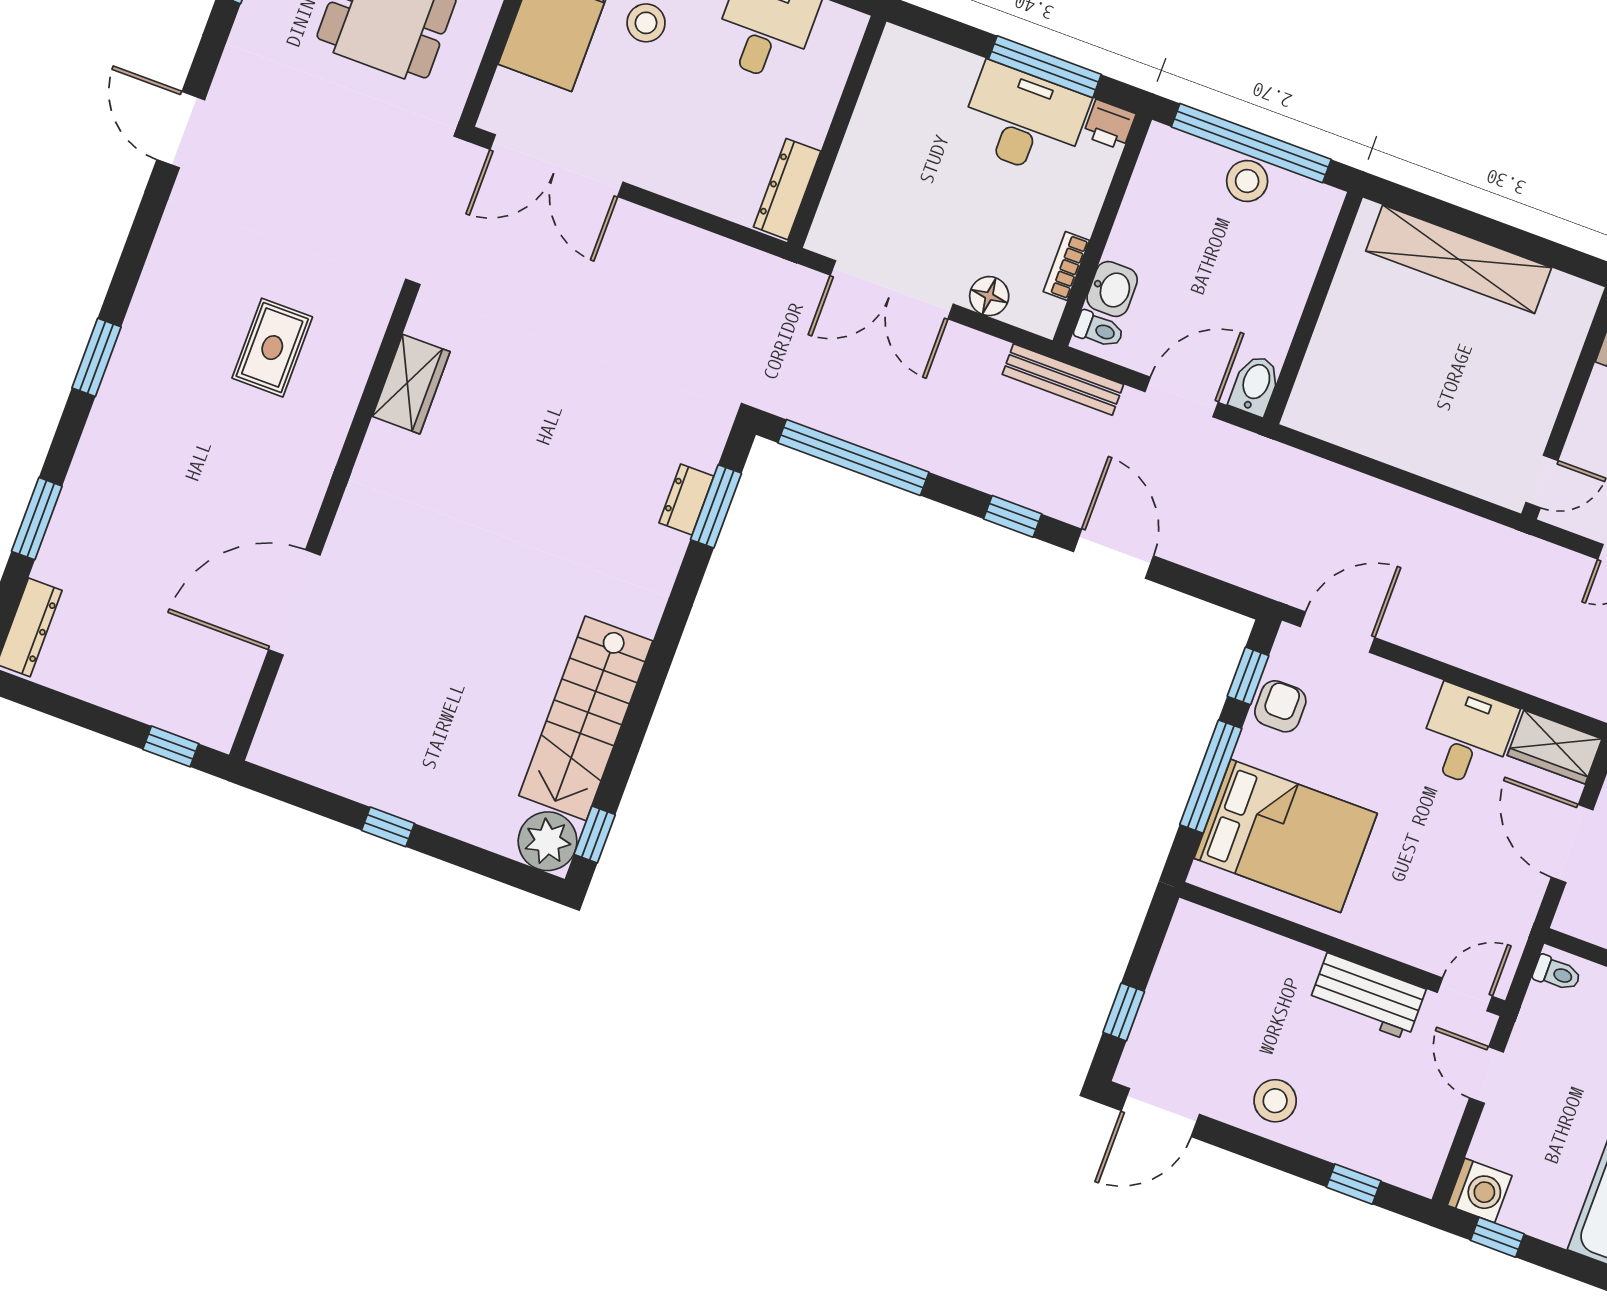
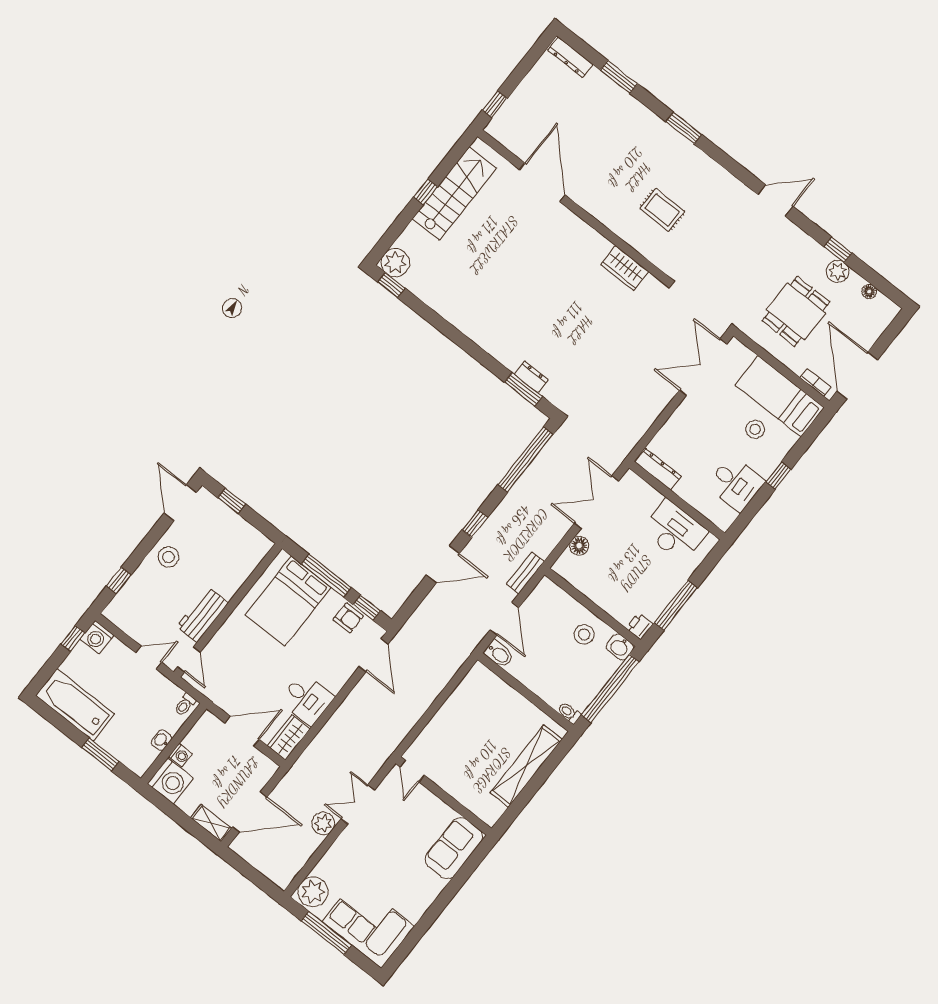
desk: (1024, 120) -> (675, 531), moved, turned -90
stool: (1247, 181) -> (584, 634), moved
bookcase: (1066, 266) -> (581, 585), removed
washbasin: (1112, 289) -> (620, 647), moved
toilet: (1099, 330) -> (569, 713), moved, turned 90
bench: (1063, 379) -> (525, 573), width x0.73
stairs: (586, 718) -> (454, 193), moved, turned 90

